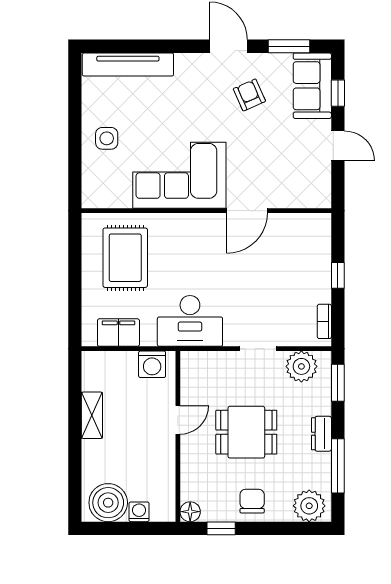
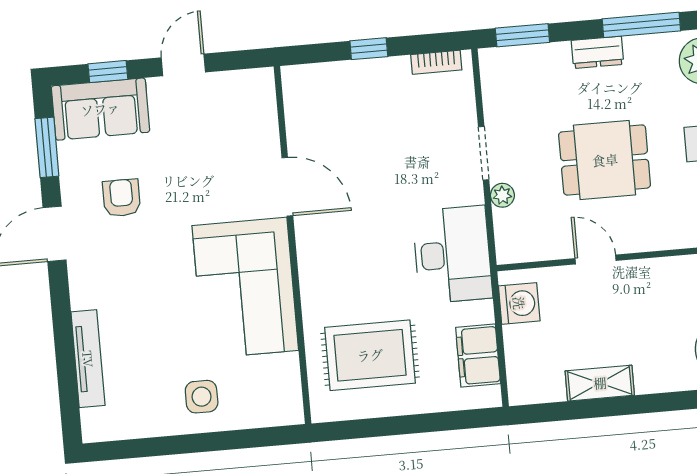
tv unit: (128, 65) -> (88, 359), width x0.73, depth x0.78
armchair: (249, 95) -> (122, 198), turned 114
plant: (301, 366) -> (502, 195), moved, width x0.53, depth x0.53
dining table: (246, 432) -> (605, 160), turned 90

